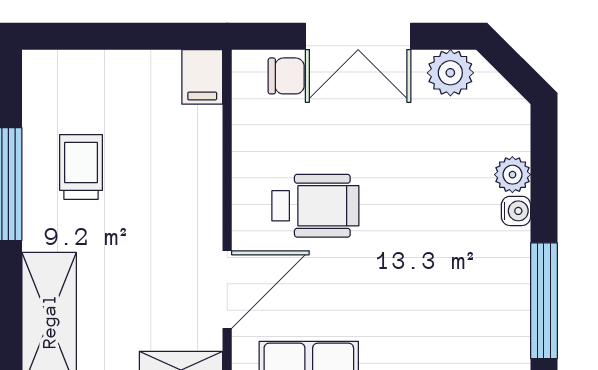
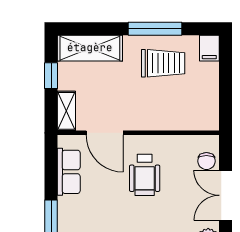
filing cabinet: (202, 77) -> (209, 48), moved, turned -90
trolley: (81, 167) -> (163, 63), width x1.36, depth x1.39

